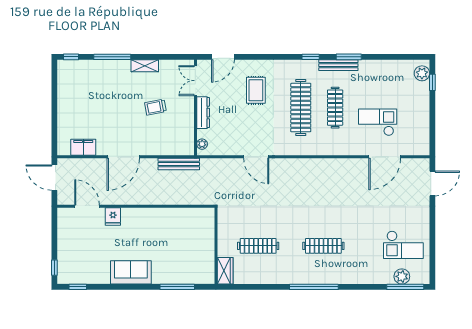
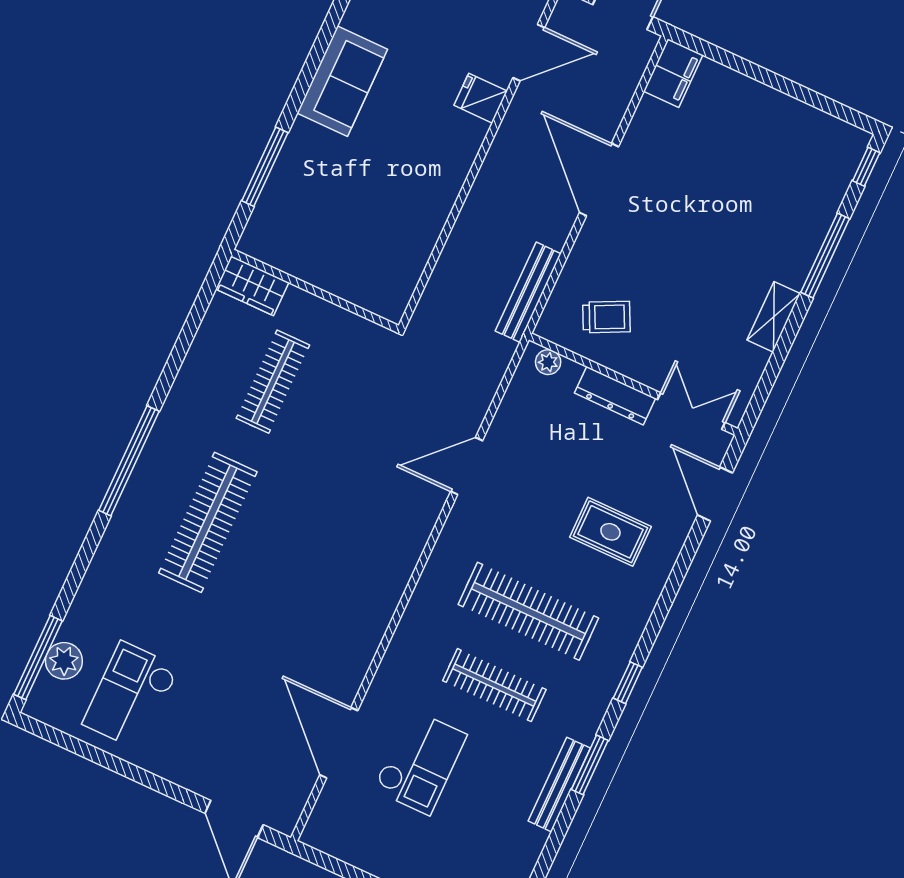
bench: (338, 65) -> (559, 785), moved
trolley: (155, 107) -> (606, 317), moved, turned 75
filing cabinet: (83, 147) -> (673, 73), moved
clothes rail: (323, 246) -> (208, 522), width x1.37, depth x1.31

